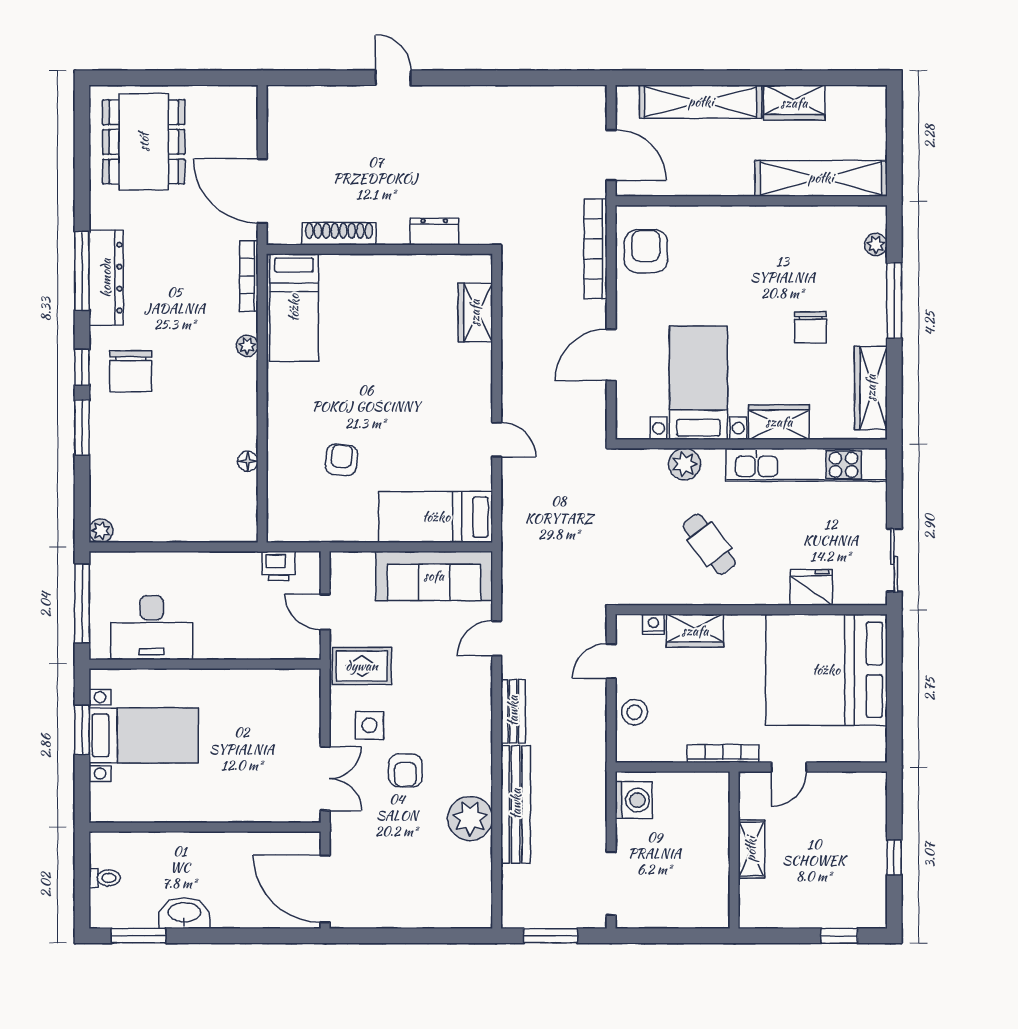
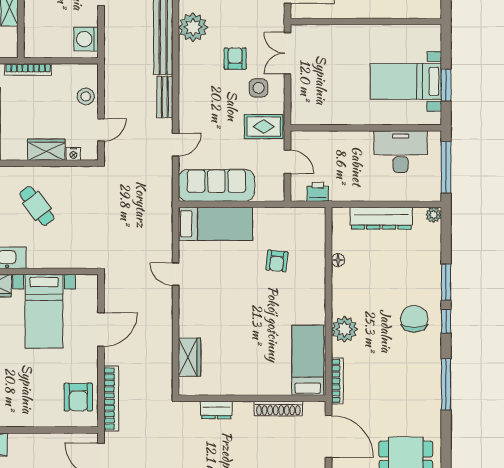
dresser: (106, 278) -> (381, 218), moved, turned -90
plant: (247, 346) -> (344, 329), width x1.87, depth x1.87
plant: (685, 464) -> (53, 258), removed

